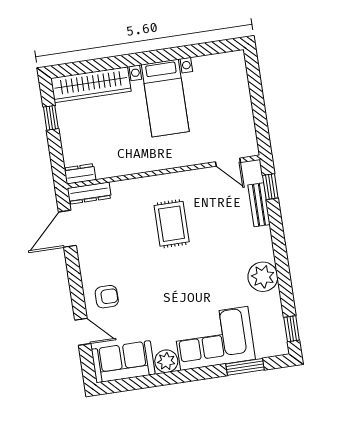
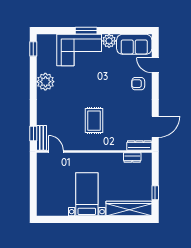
dresser: (80, 174) -> (132, 158), moved
bench: (259, 205) -> (41, 138), moved
window: (245, 367) -> (86, 31), moved

